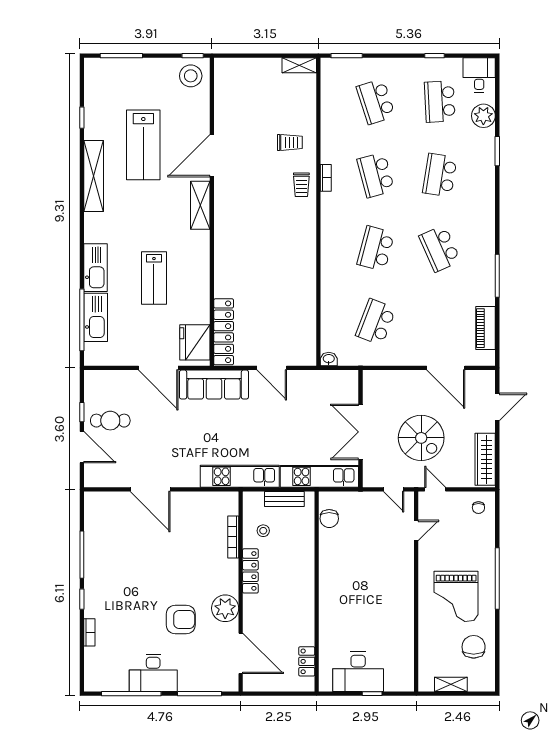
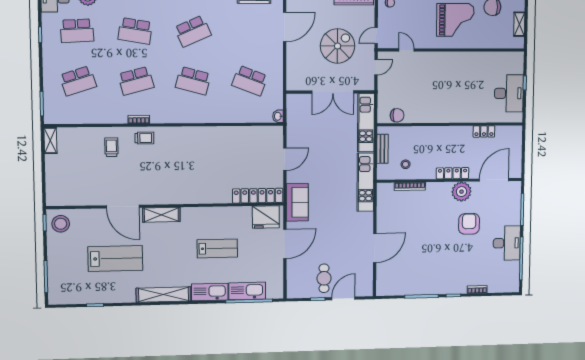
shelving: (94, 176) -> (164, 295), moved
sofa: (214, 385) -> (297, 202), width x0.73
locker: (250, 571) -> (453, 173), moved
locker: (307, 661) -> (484, 131), moved

